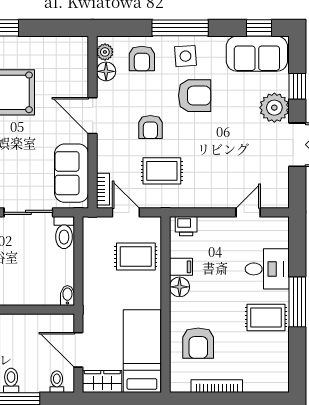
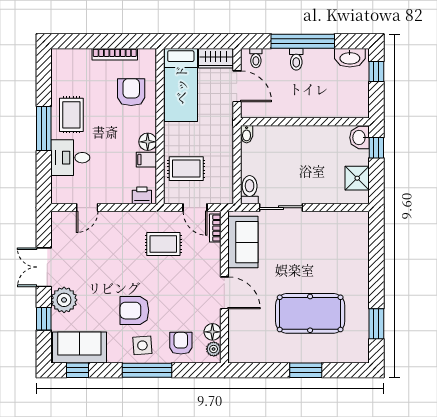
armchair: (150, 127) -> (173, 283), removed
rug: (266, 317) -> (71, 115), turned 90

